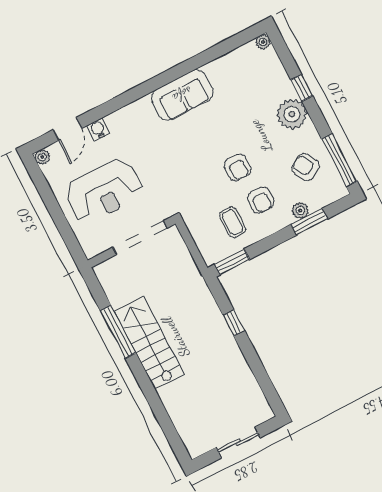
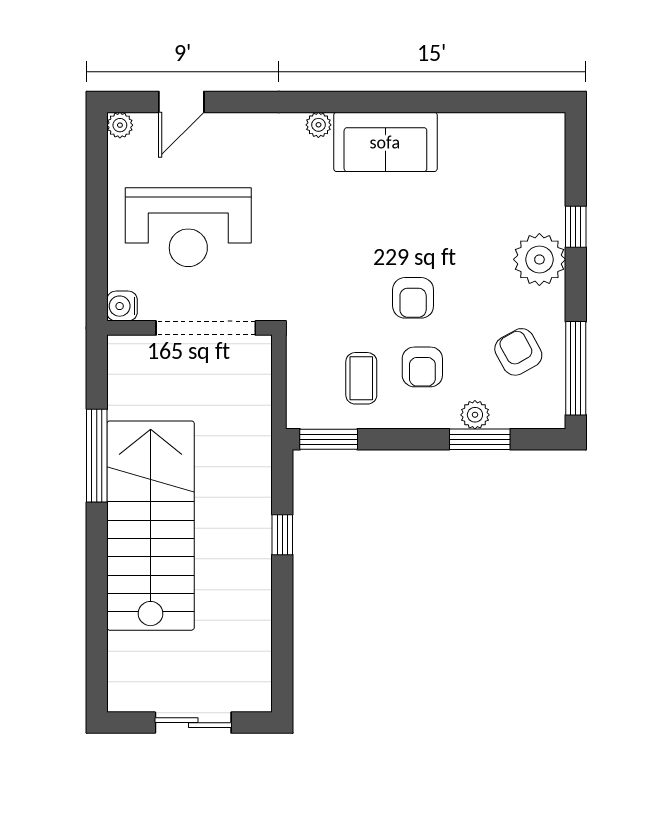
plant: (263, 42) -> (318, 125), moved
water cooler: (98, 129) -> (122, 306), moved, turned -90
stairs: (149, 343) -> (151, 526), width x1.36, depth x1.51

